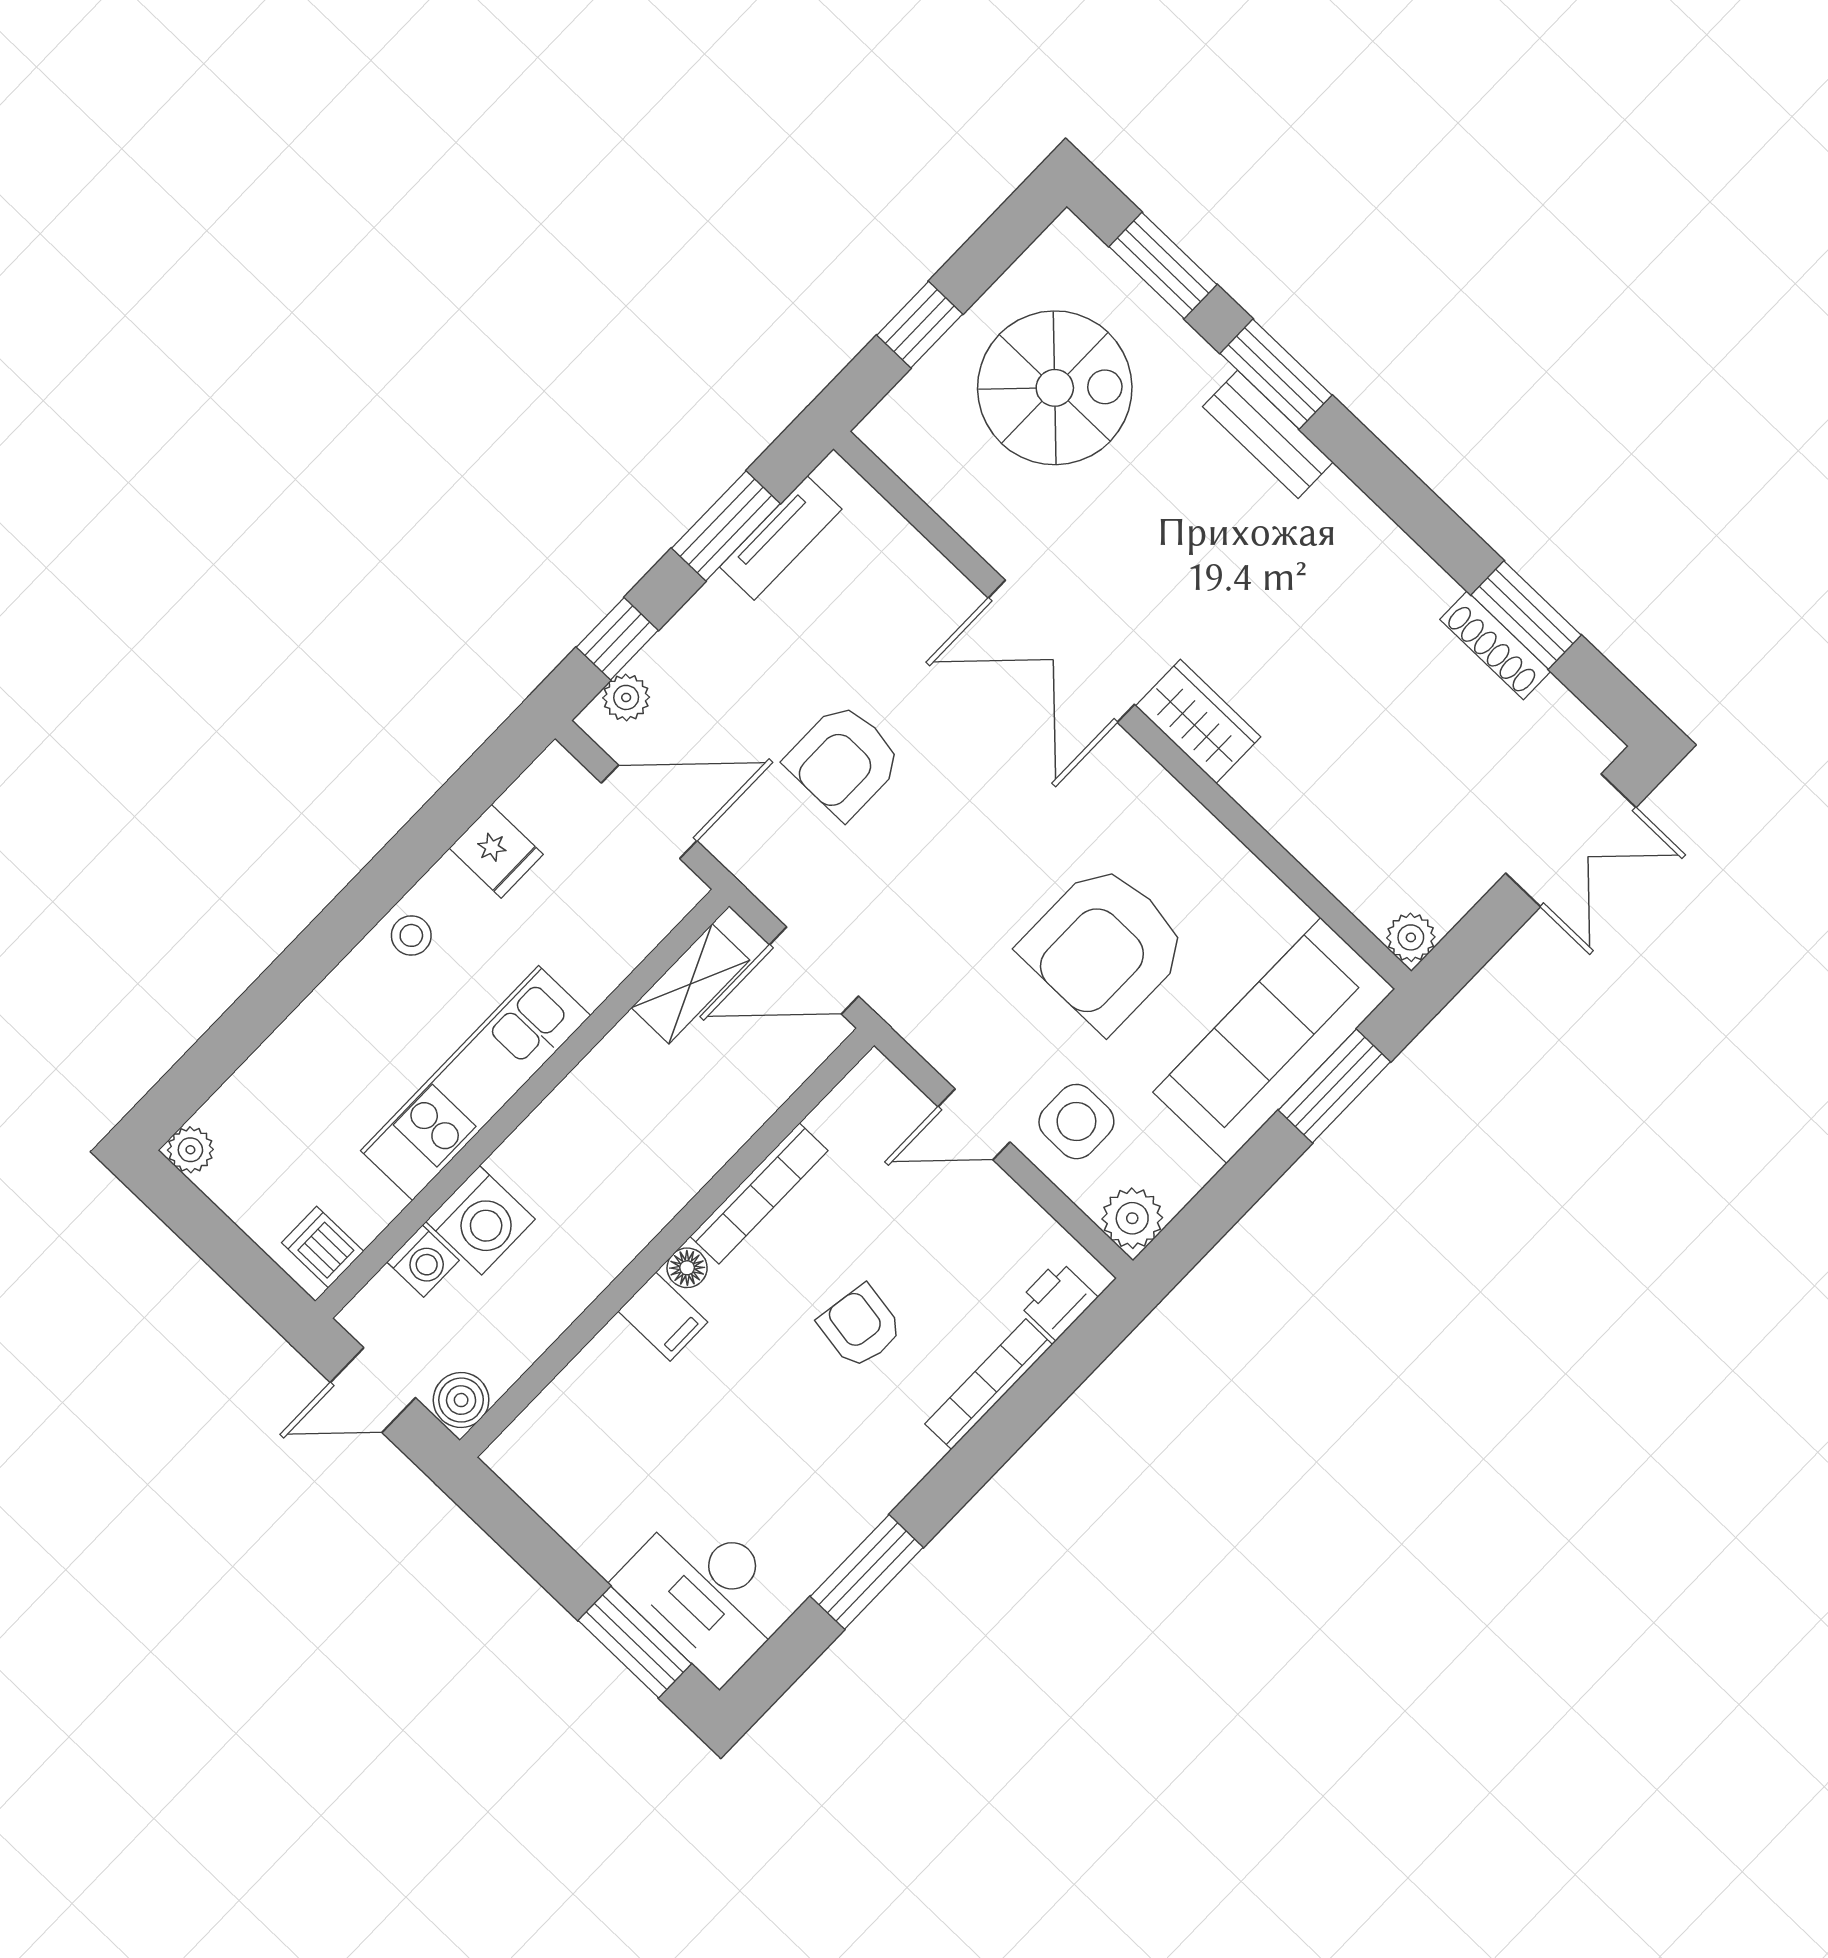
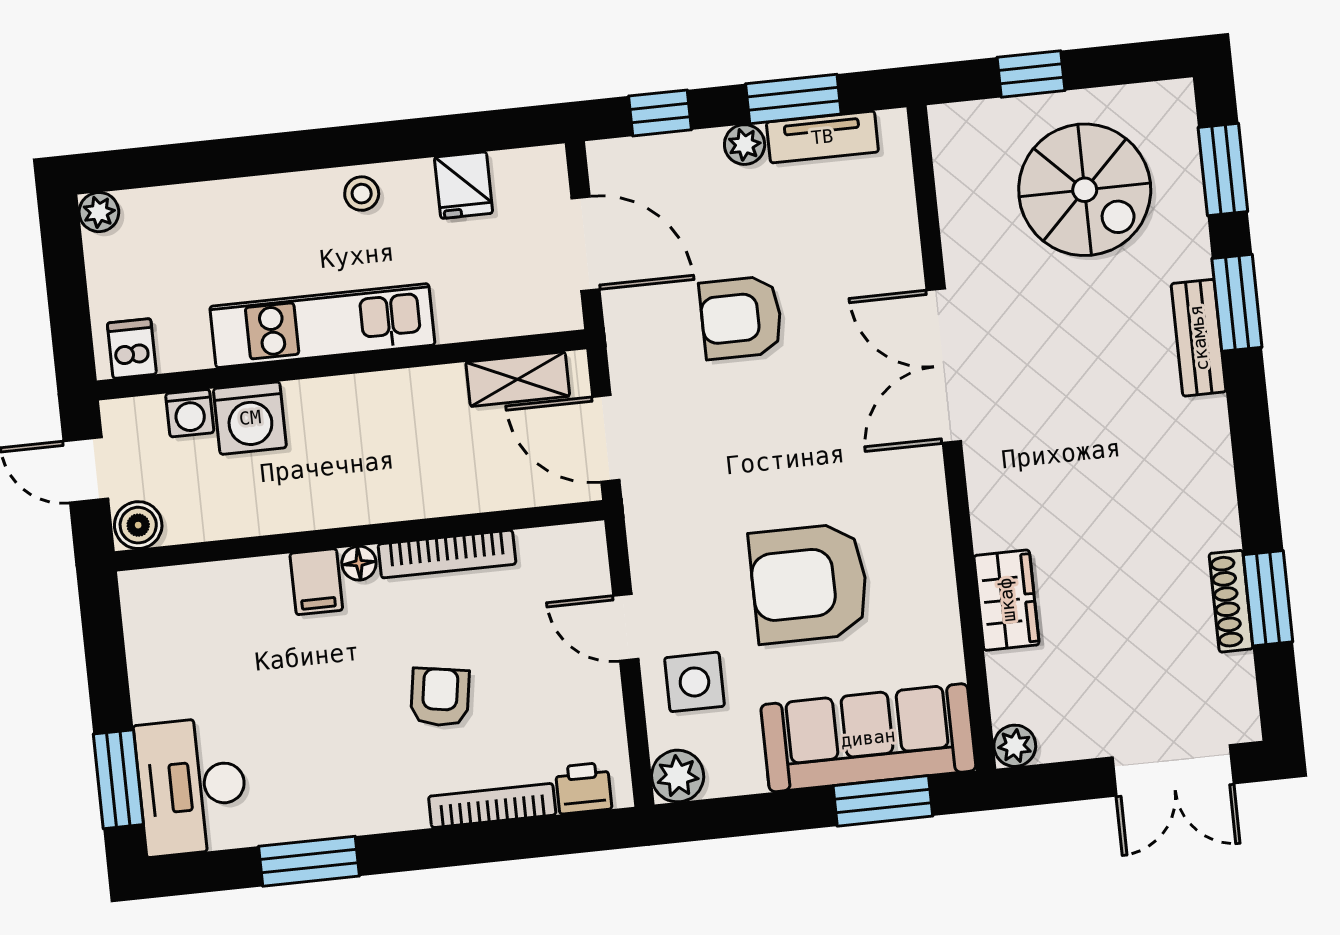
plant: (626, 697) -> (745, 145), moved
wardrobe: (1198, 721) -> (1007, 600), moved

